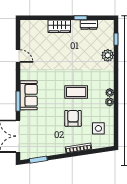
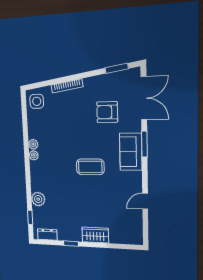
dresser: (89, 25) -> (47, 235), moved
door: (18, 56) -> (145, 201), hinge flipped
coffee table: (76, 92) -> (90, 167), moved
armchair: (73, 118) -> (107, 112), moved, turned 90
side table: (98, 128) -> (37, 101), moved

